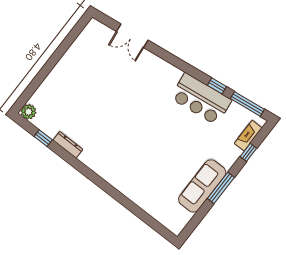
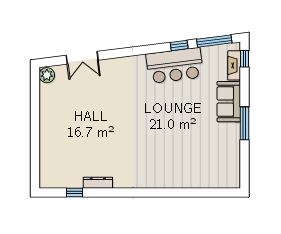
plant: (28, 112) -> (47, 75), moved
window: (248, 152) -> (245, 59), moved
sofa: (202, 186) -> (229, 102), moved, width x0.73

